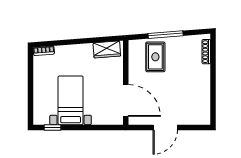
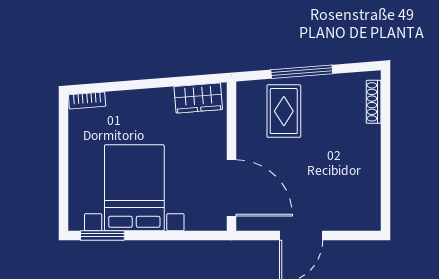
bed with nightstands: (71, 100) -> (134, 188), width x1.36
window: (52, 127) -> (102, 235), width x1.50

